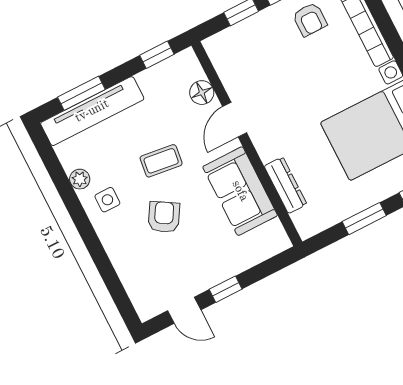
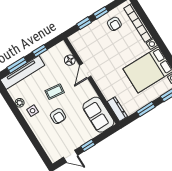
window: (157, 55) -> (40, 51), moved
dresser: (285, 185) -> (117, 109), moved
sofa: (240, 191) -> (98, 115), moved
armchair: (164, 217) -> (58, 116), turned 149

